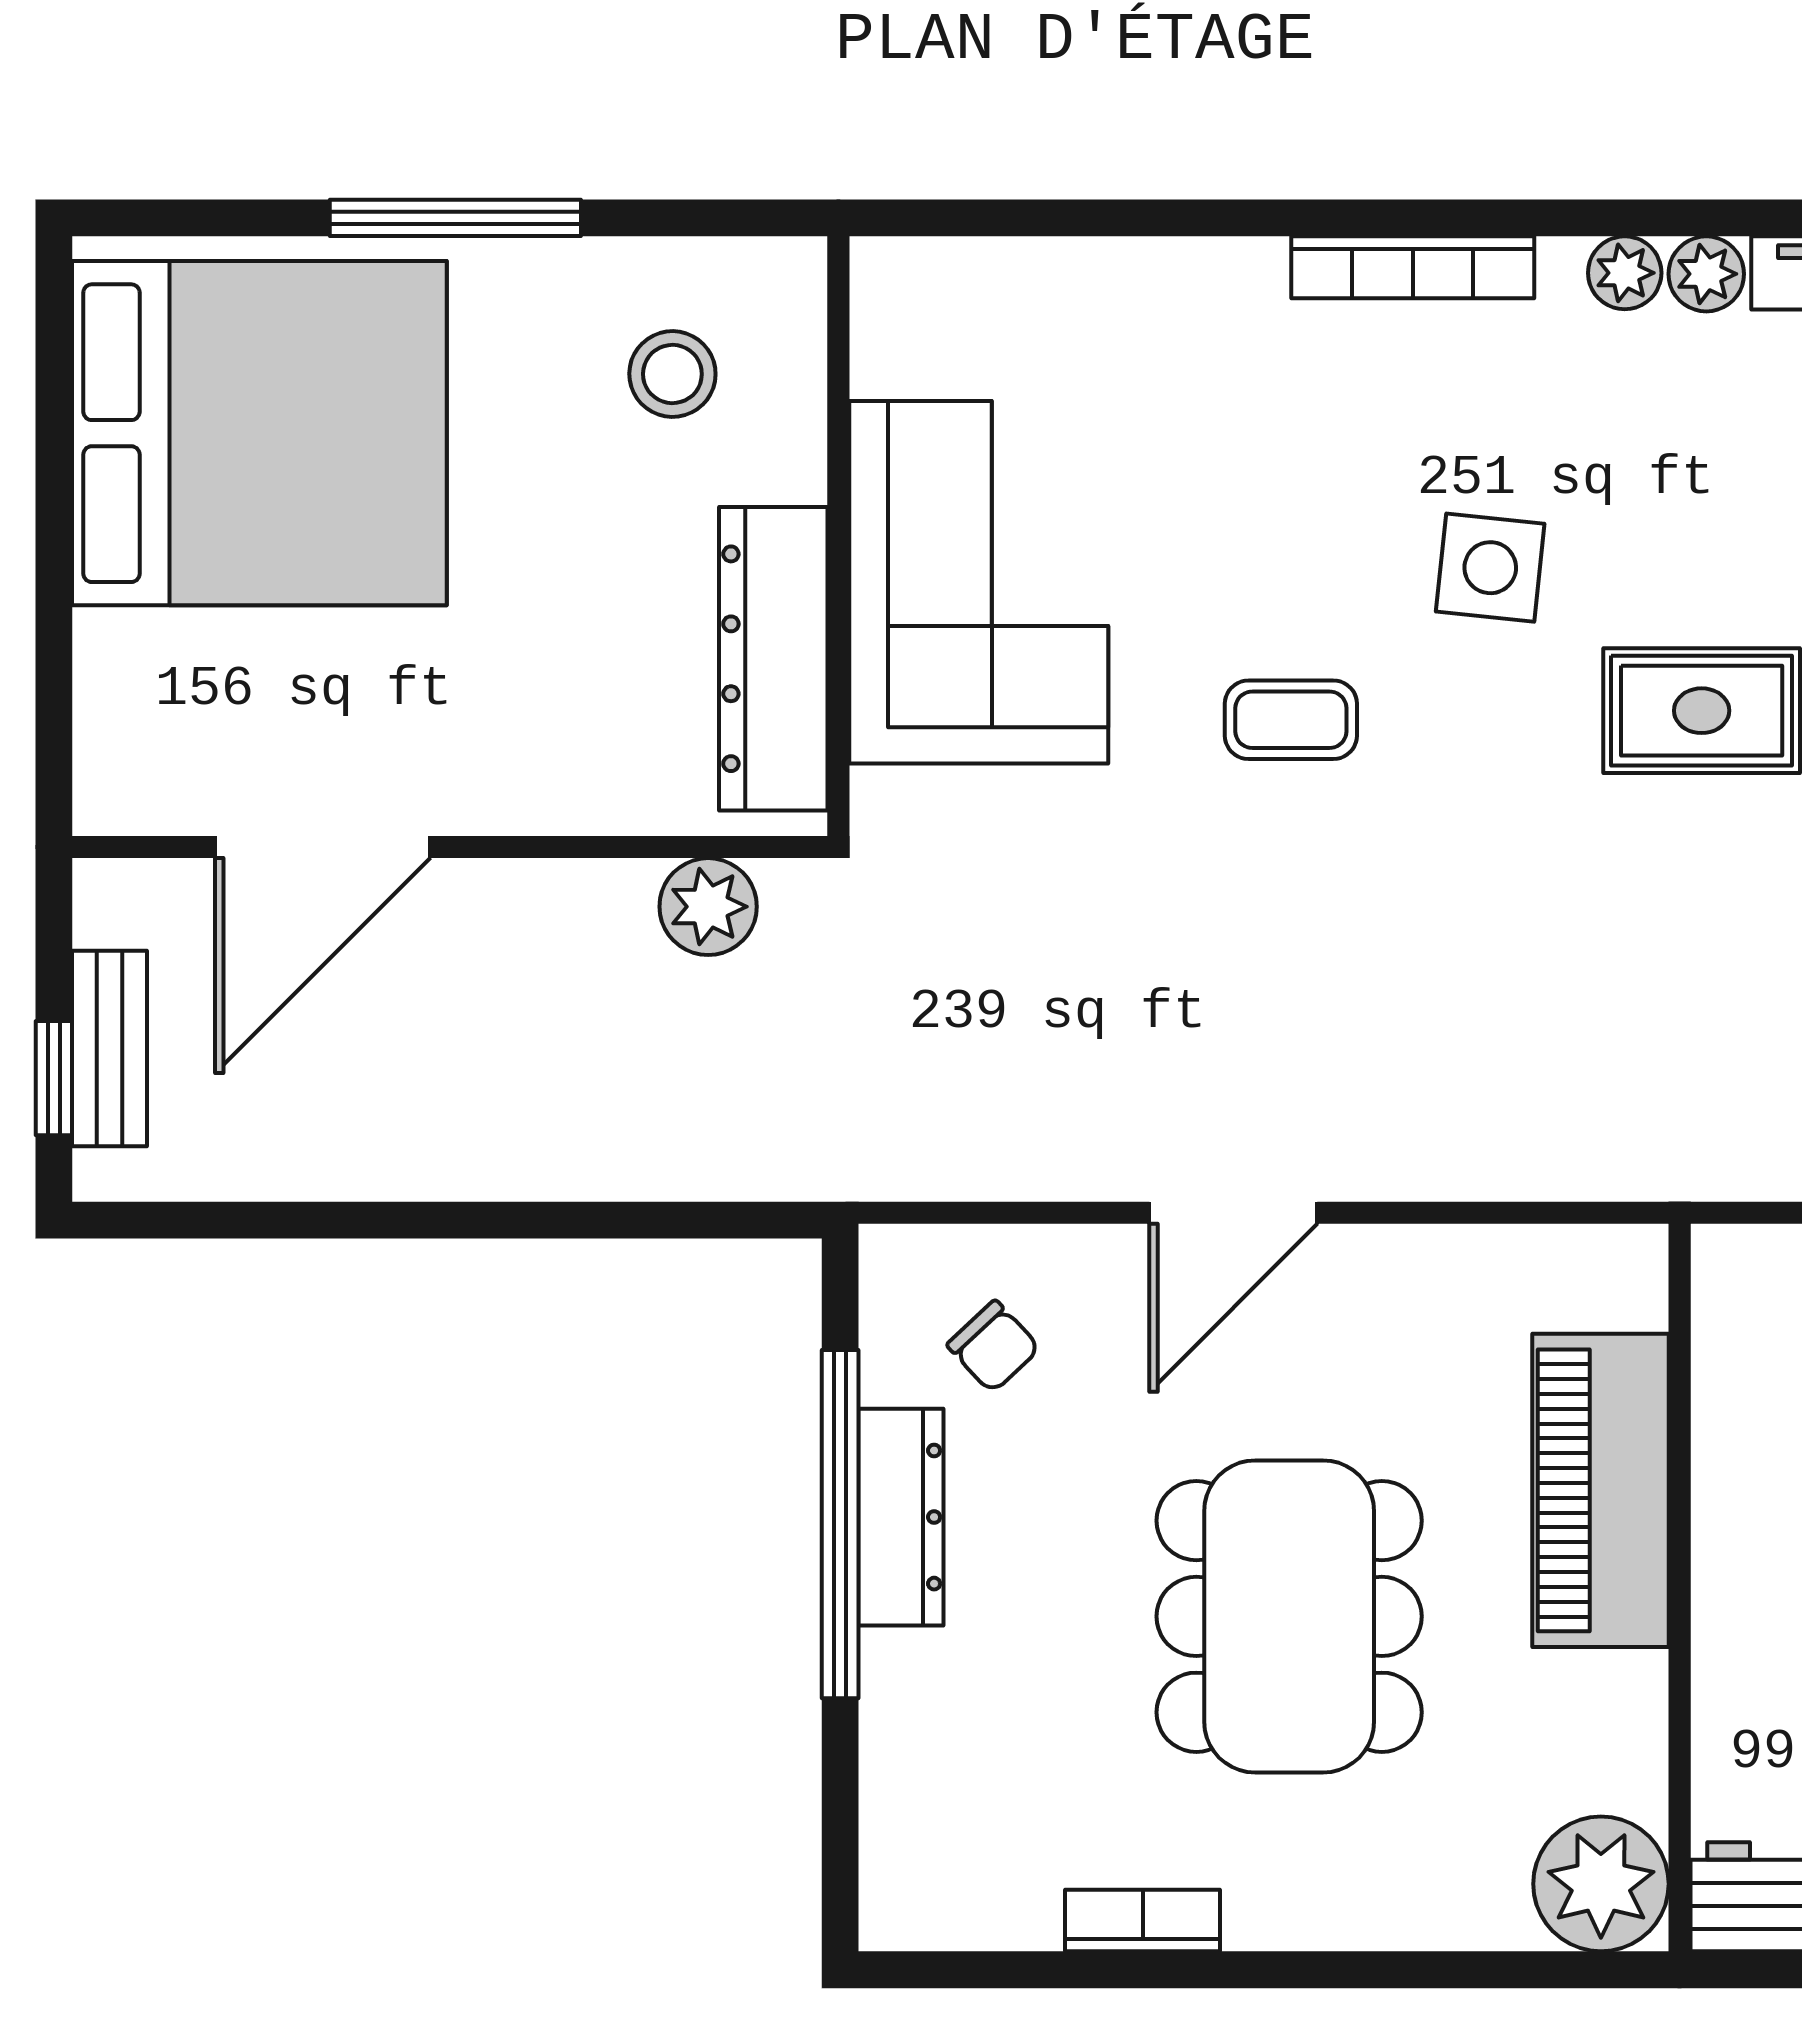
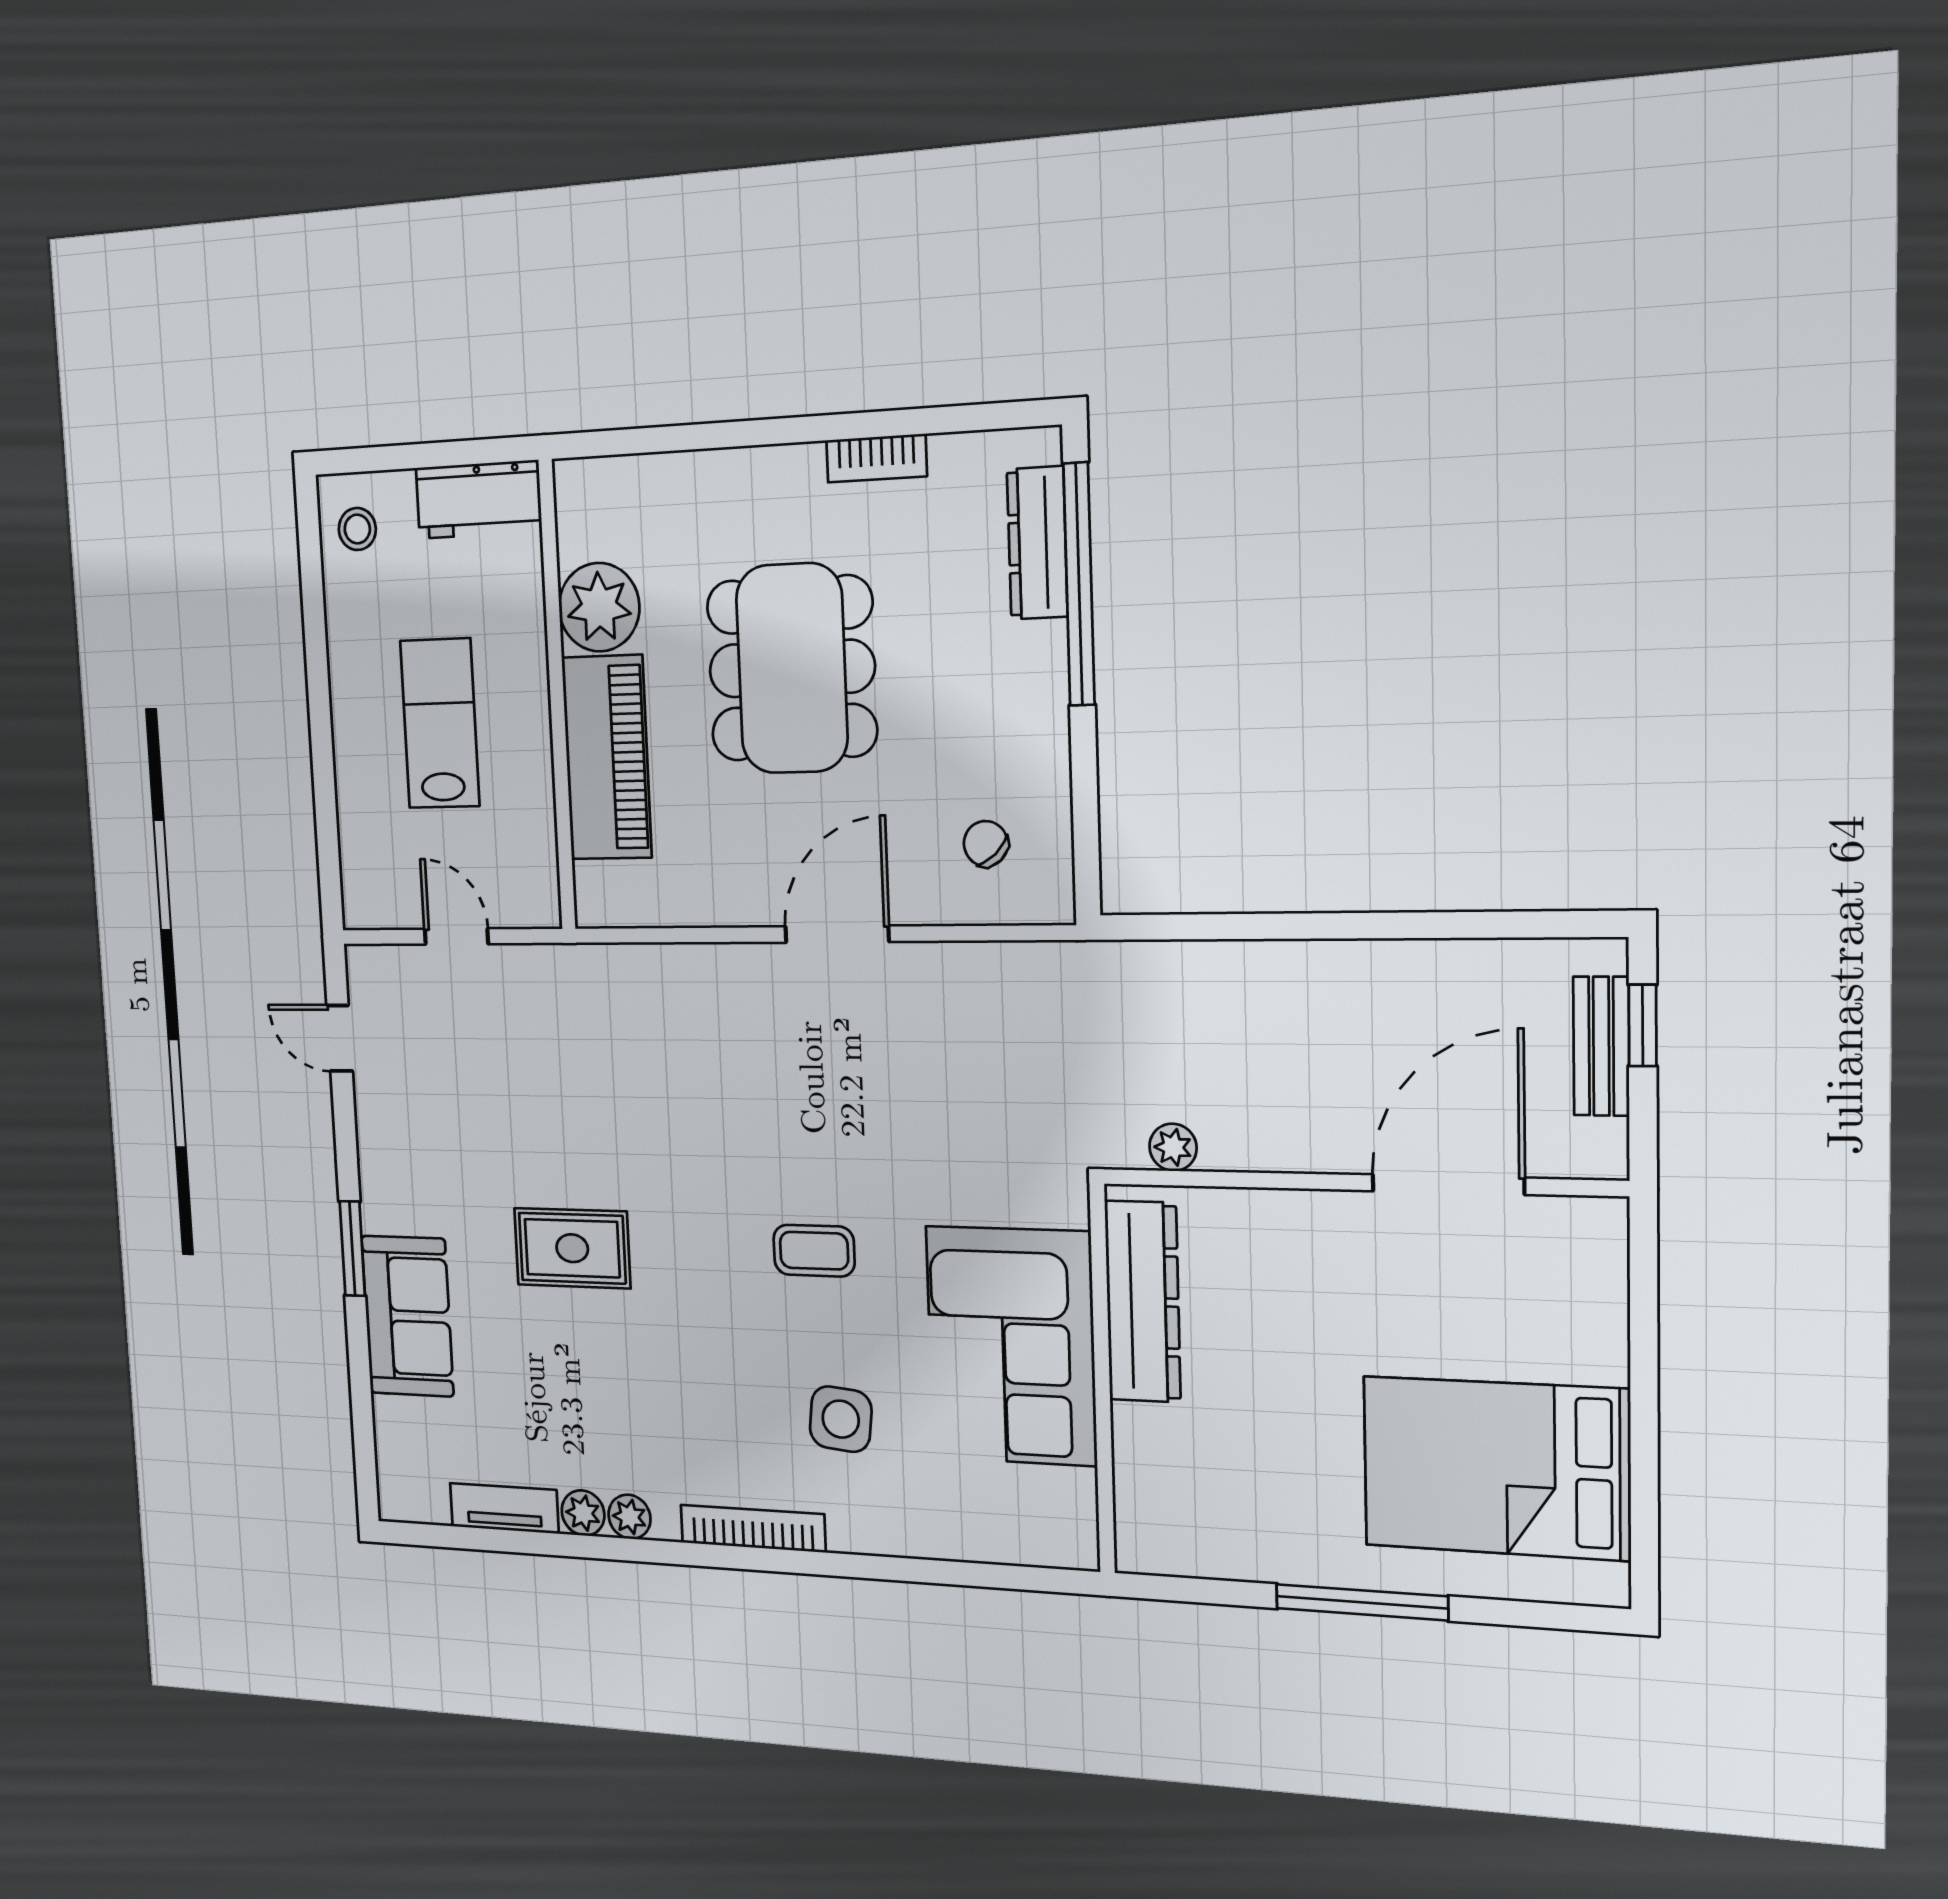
stool: (672, 374) -> (1214, 1491), removed
bed: (259, 433) -> (1496, 1468), width x0.73
side table: (1490, 568) -> (841, 1419), moved
plant: (708, 907) -> (1173, 1147), width x0.73, depth x0.73
dresser: (901, 1517) -> (1037, 543), moved
window: (840, 1524) -> (1079, 584), moved
plant: (1601, 1884) -> (599, 607), moved

